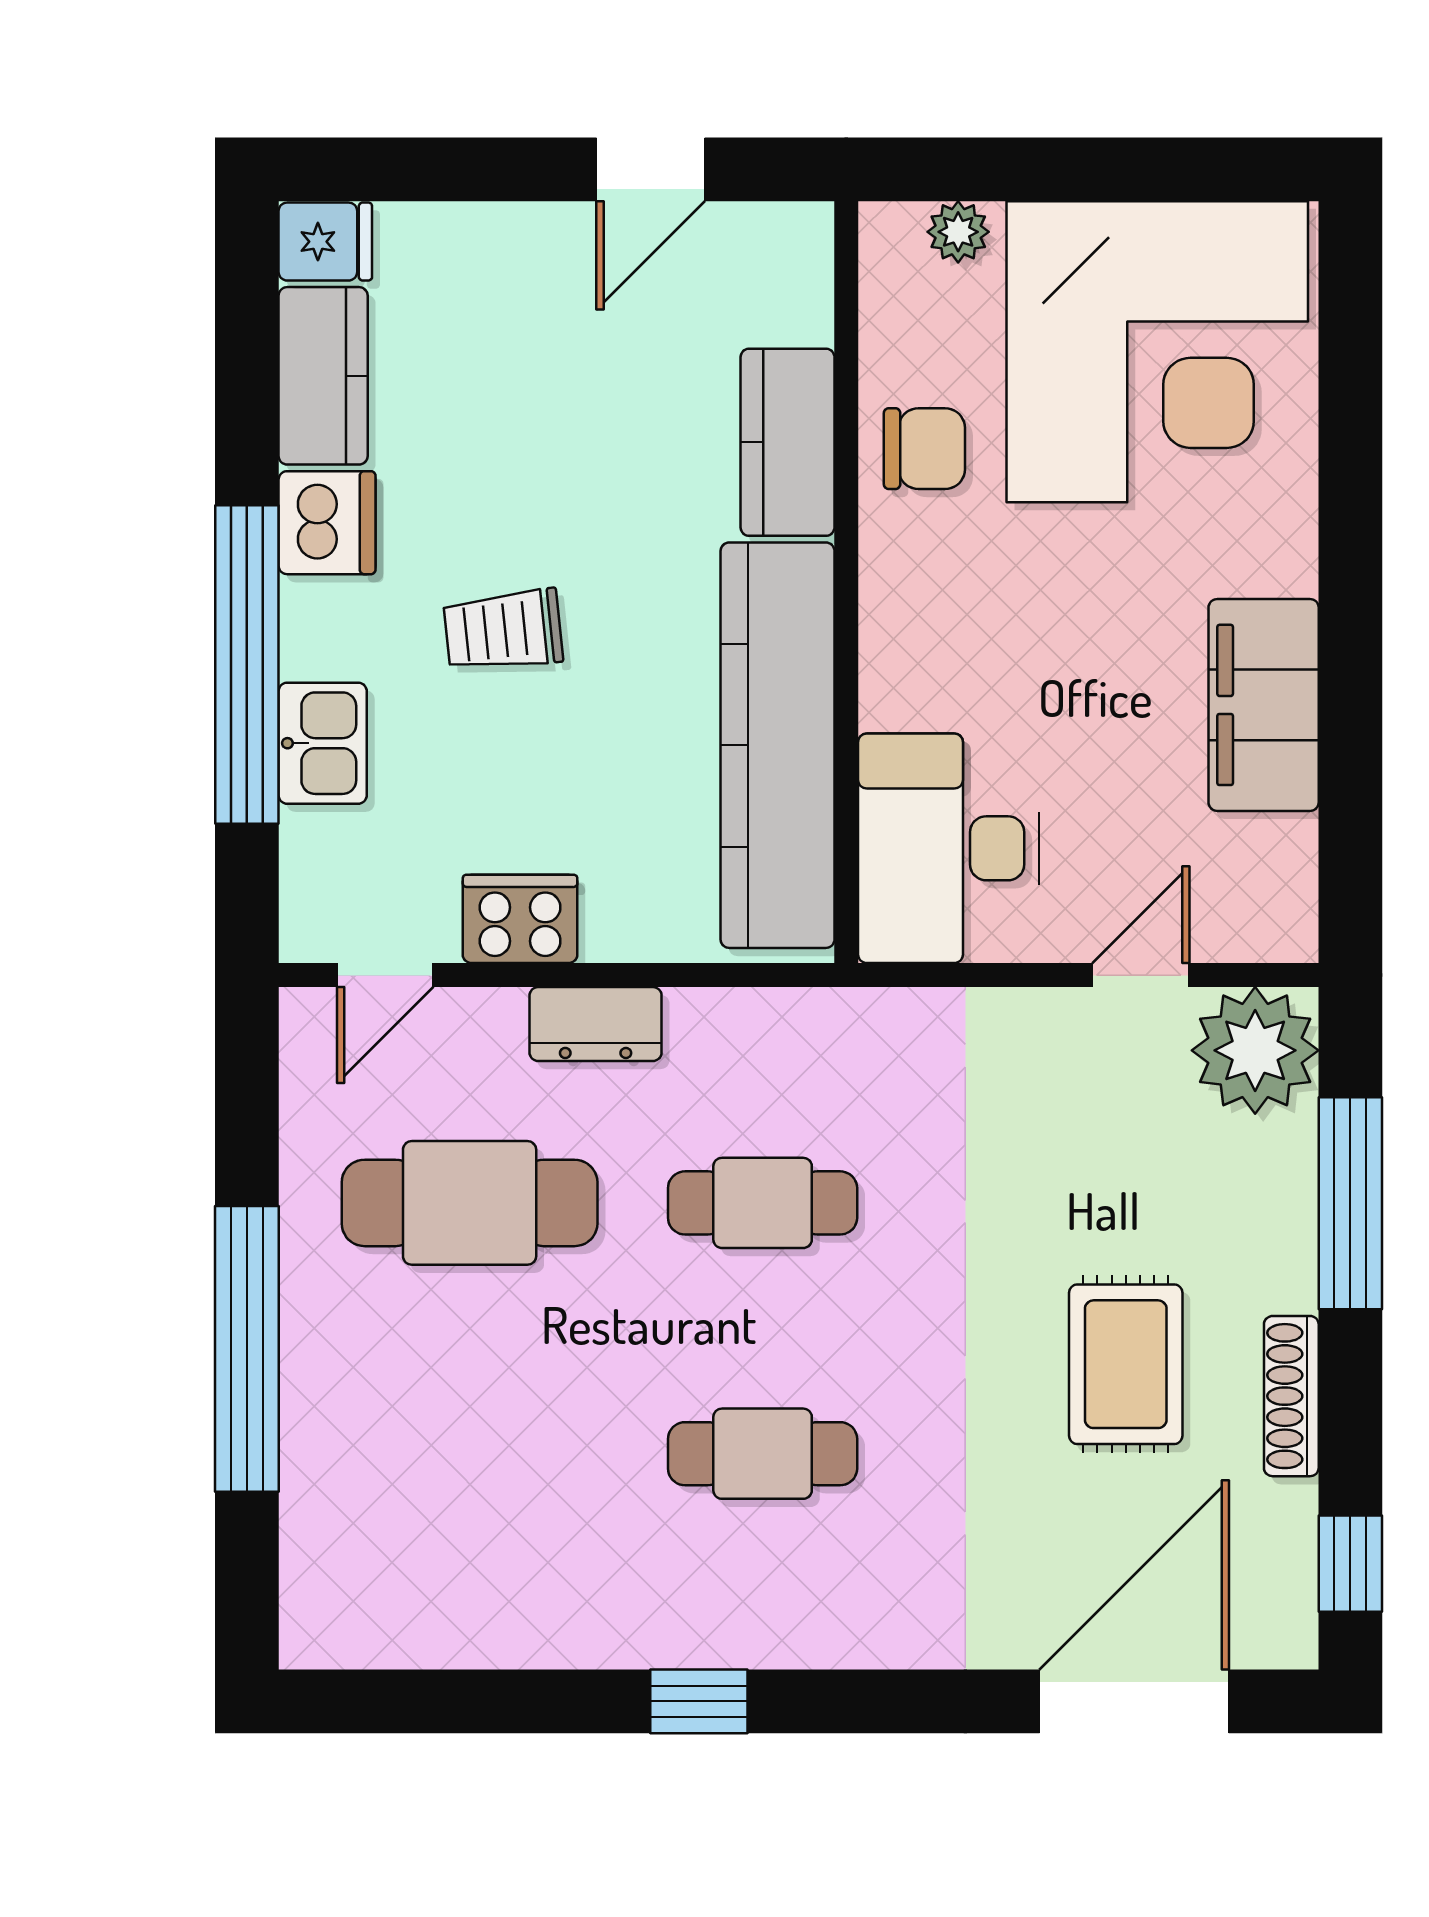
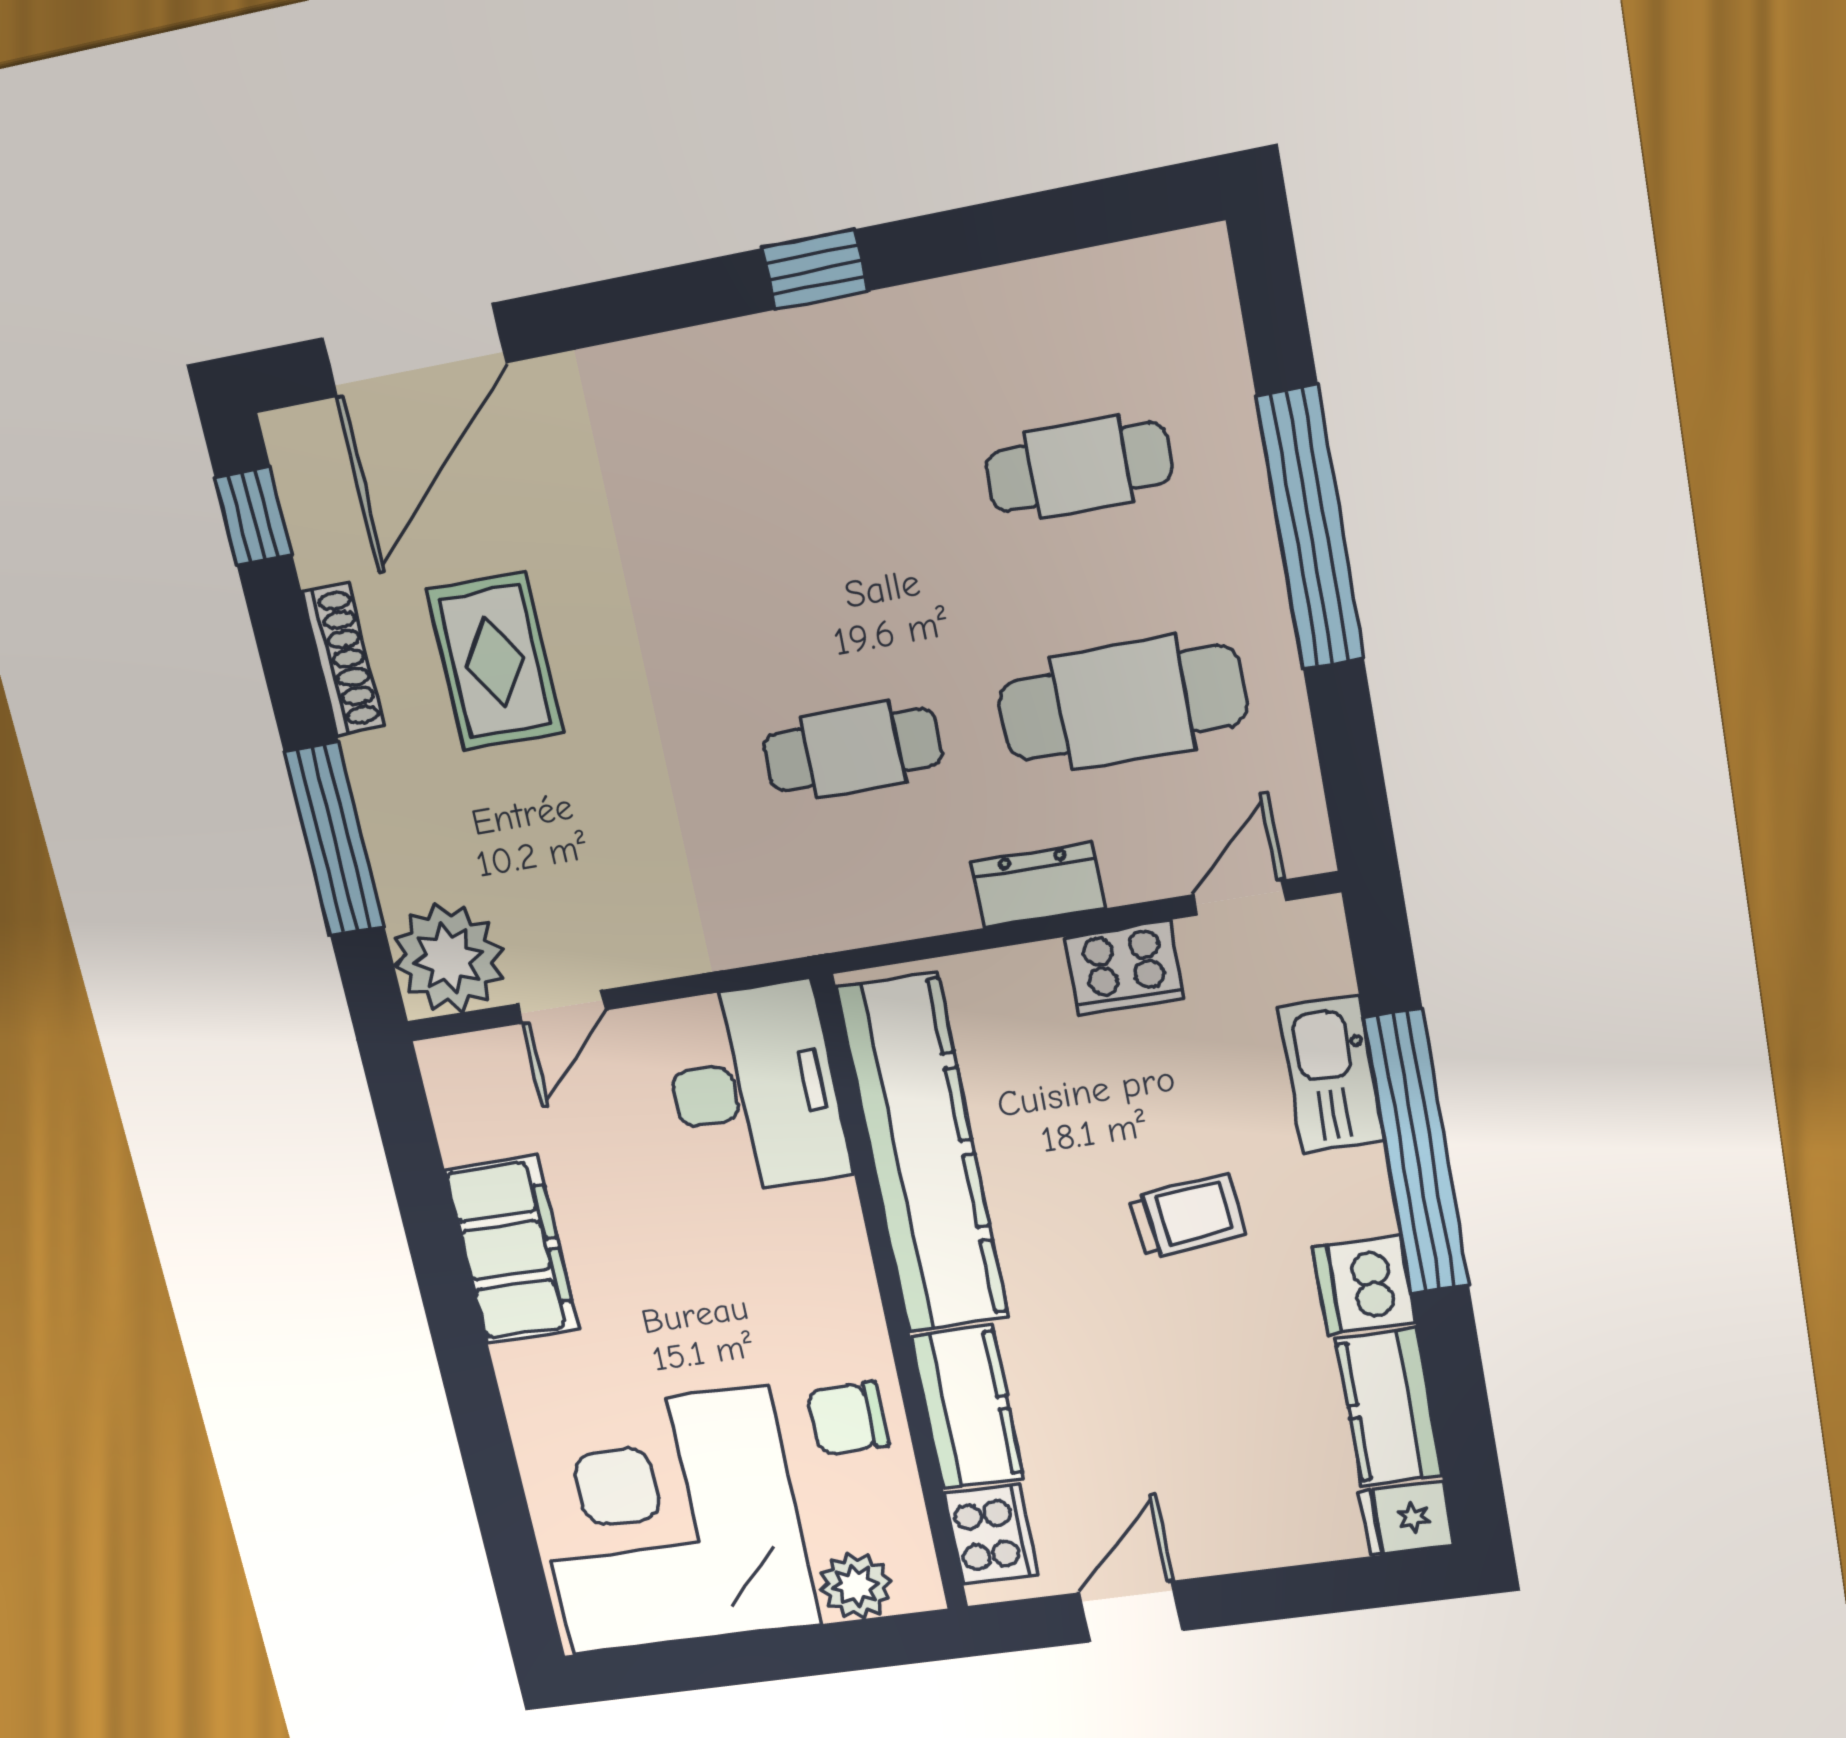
plant: (958, 232) -> (856, 1586), width x1.38, depth x1.38
cooker: (790, 285) -> (991, 1535), added
kitchen sink: (323, 743) -> (1331, 1074), width x1.38
cafe table: (763, 1454) -> (1079, 467), moved

